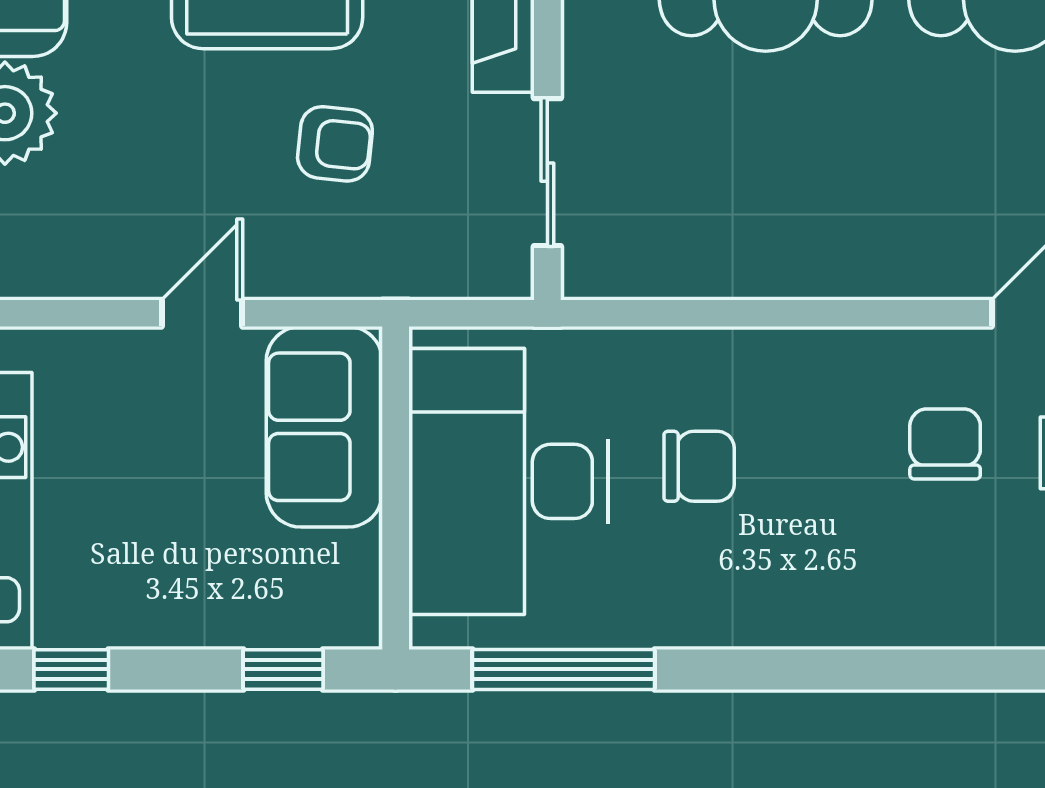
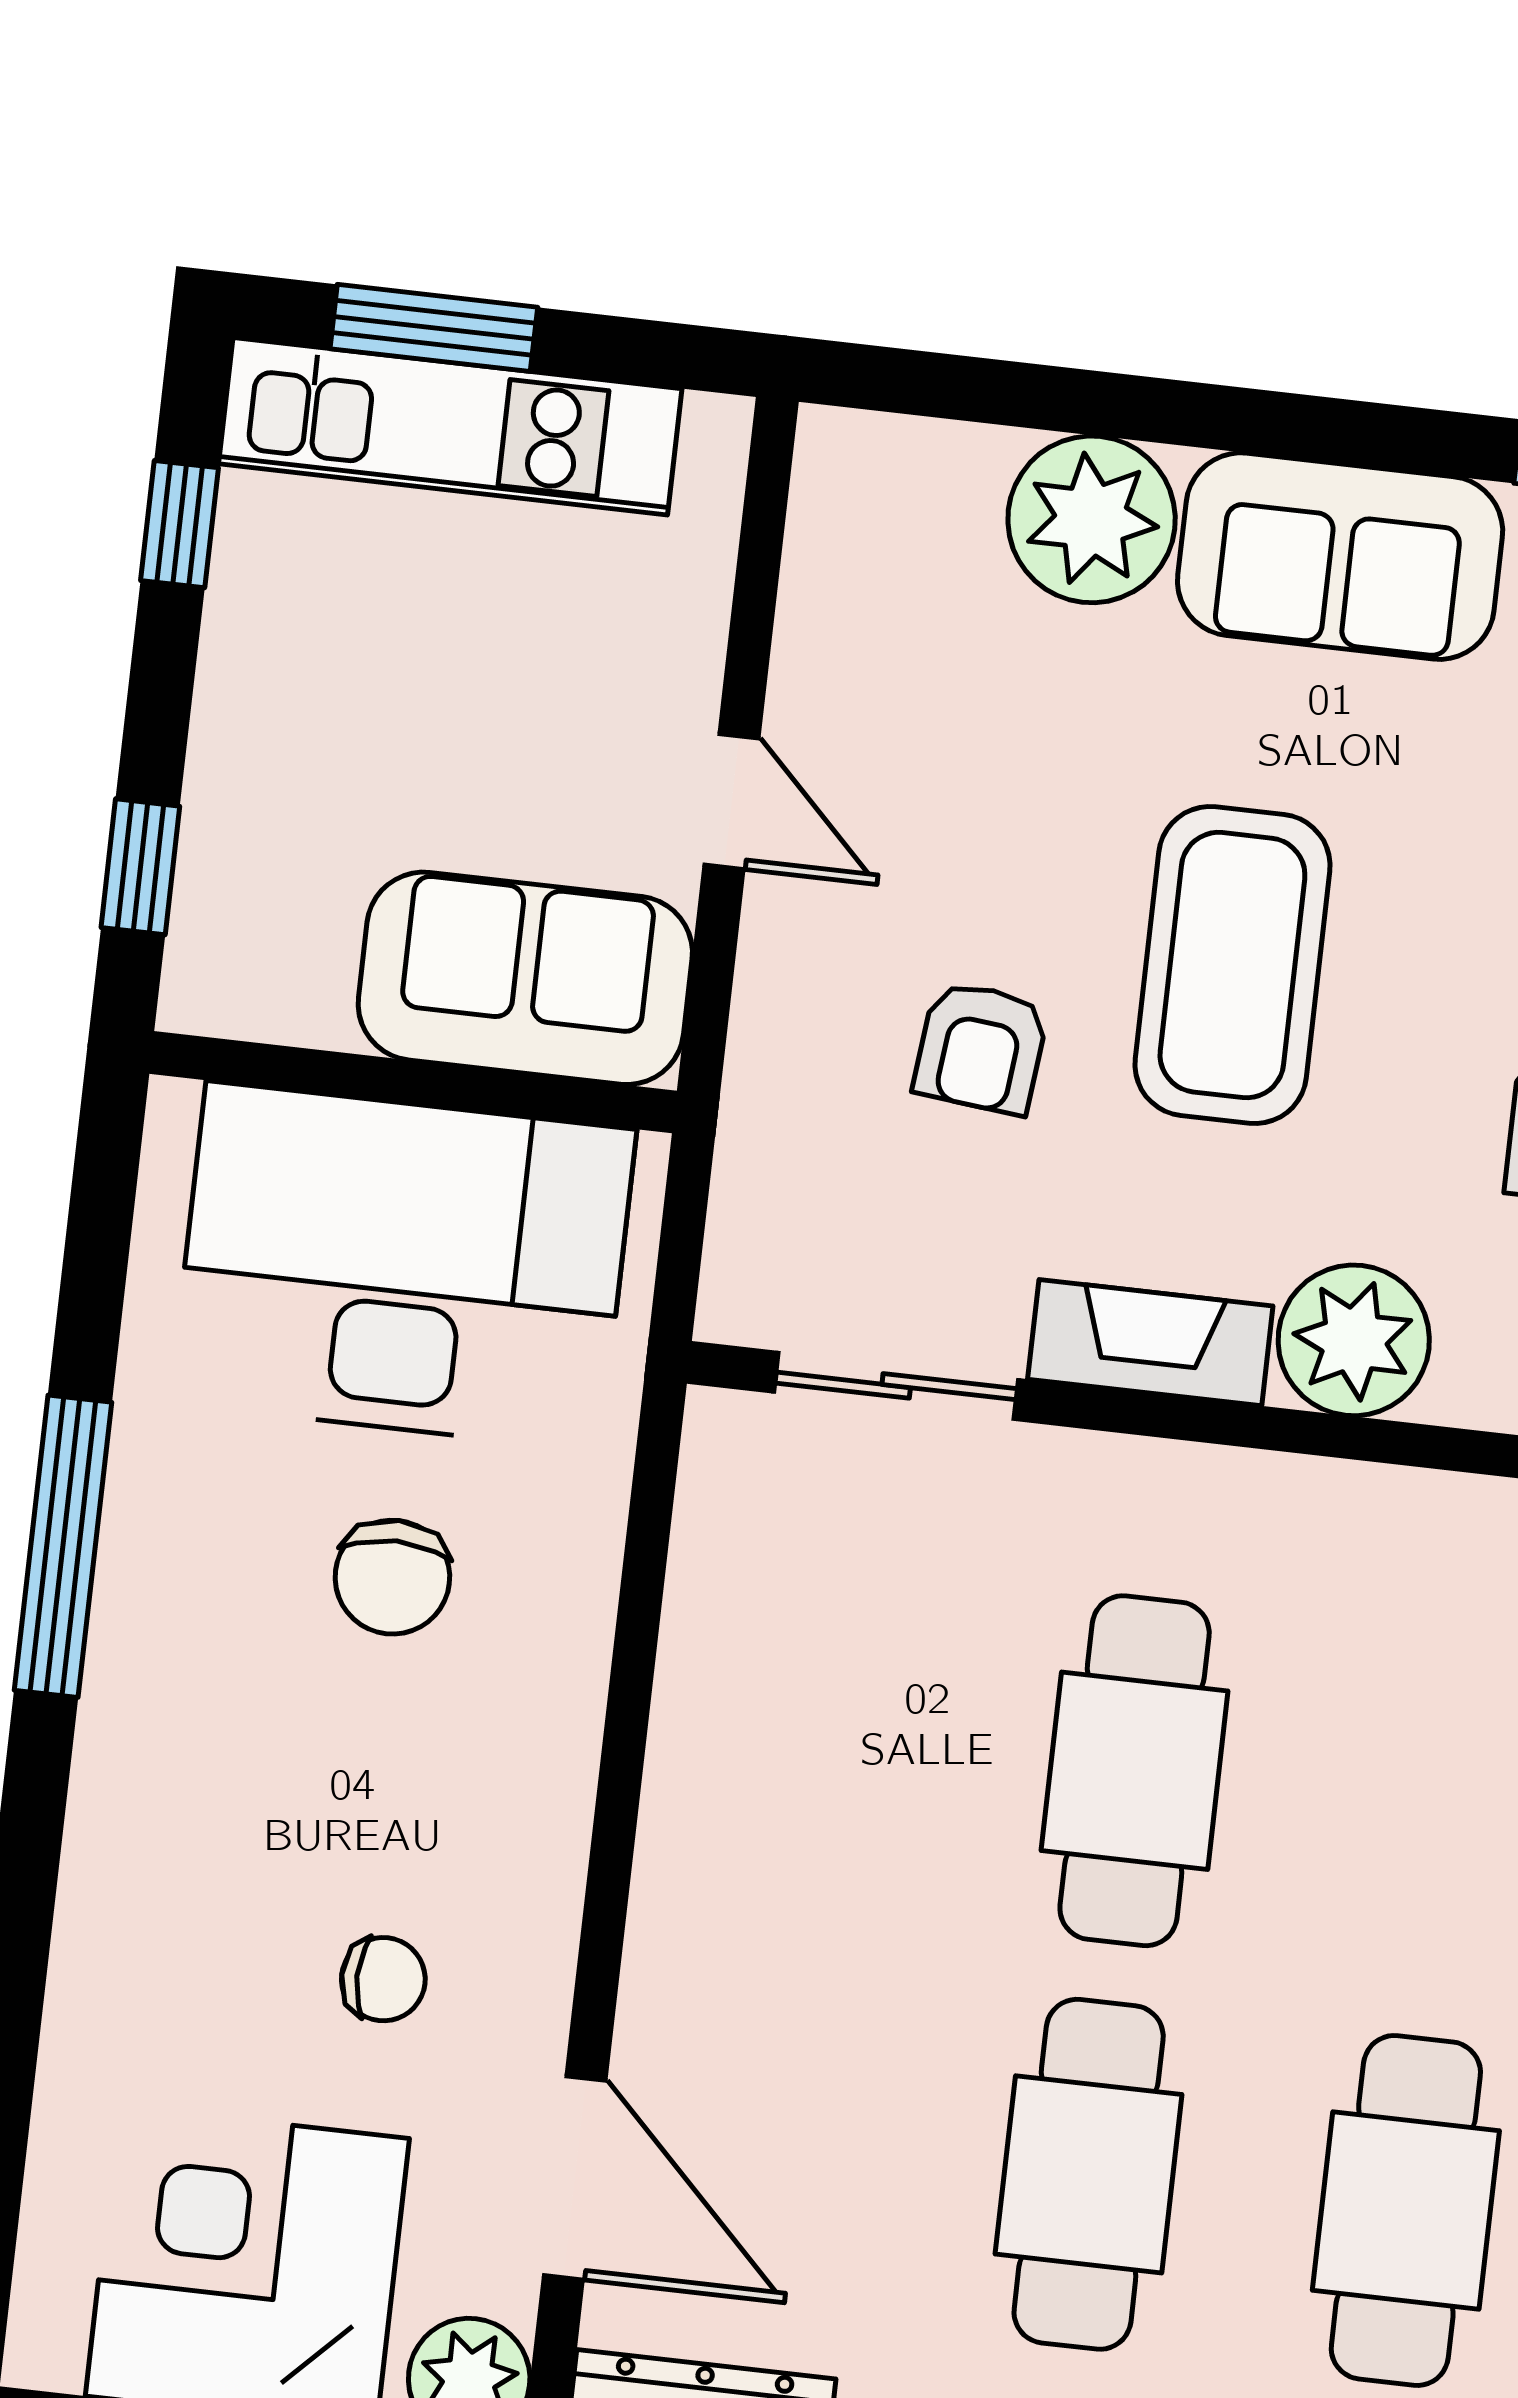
chair: (945, 444) -> (383, 1979), width x0.73, depth x0.73
window: (564, 669) -> (63, 1546), moved

